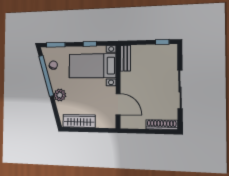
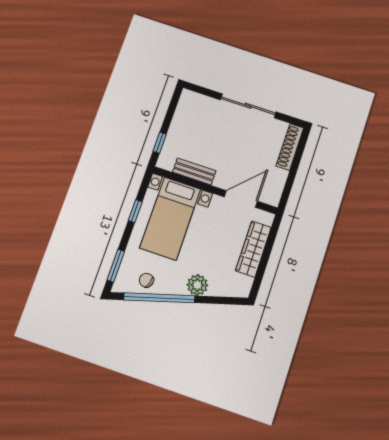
window: (162, 42) -> (160, 143), moved
bench: (125, 58) -> (194, 171), moved
wardrobe: (79, 121) -> (253, 249), moved

